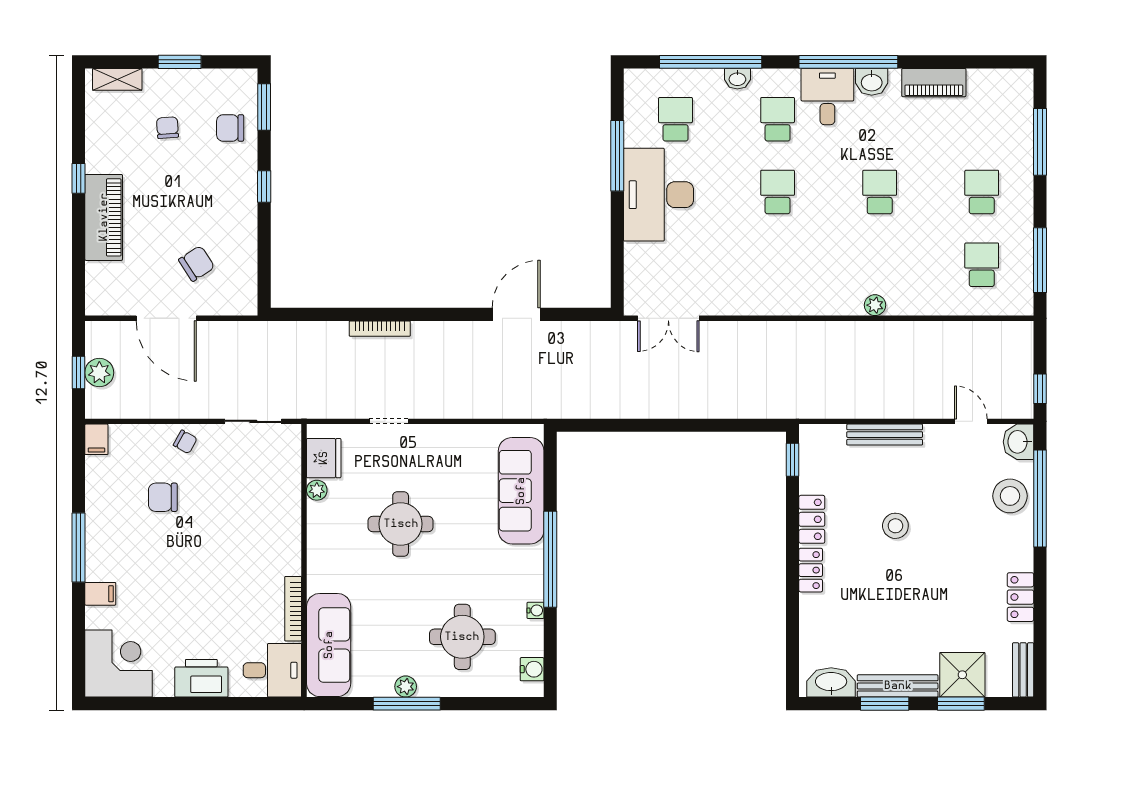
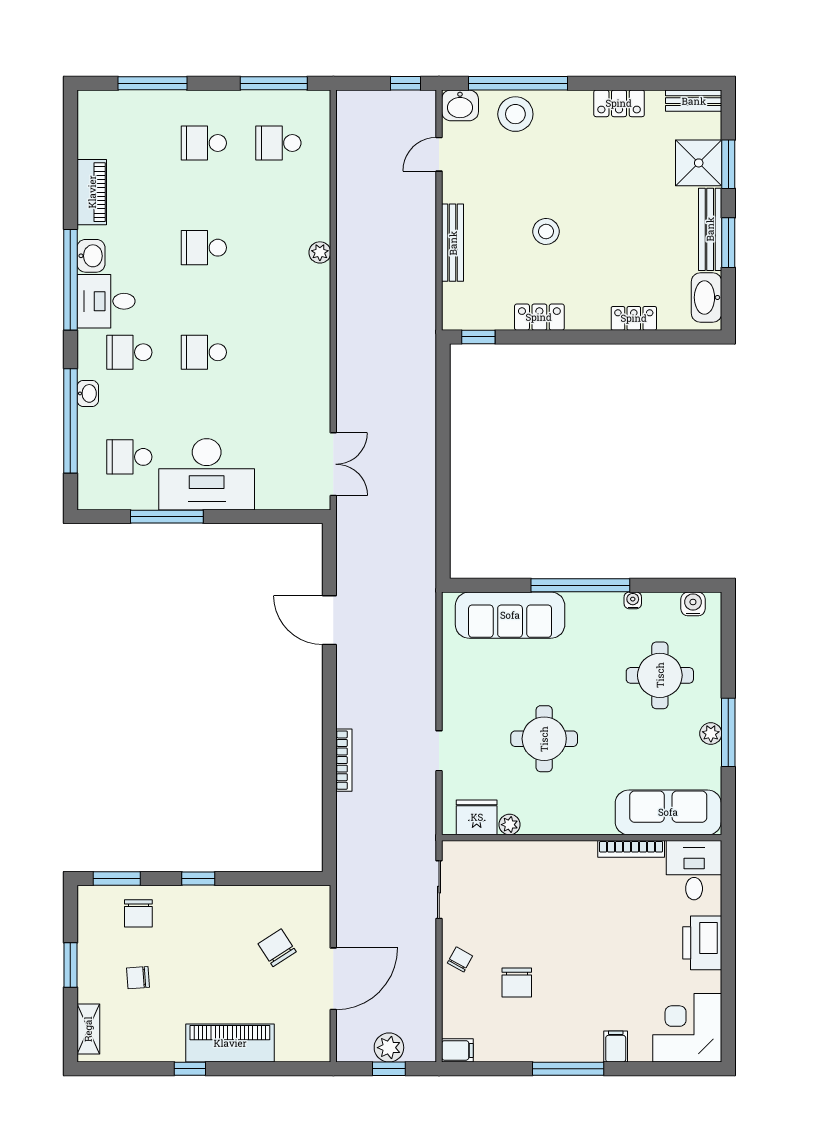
locker: (811, 570) -> (634, 318), moved

